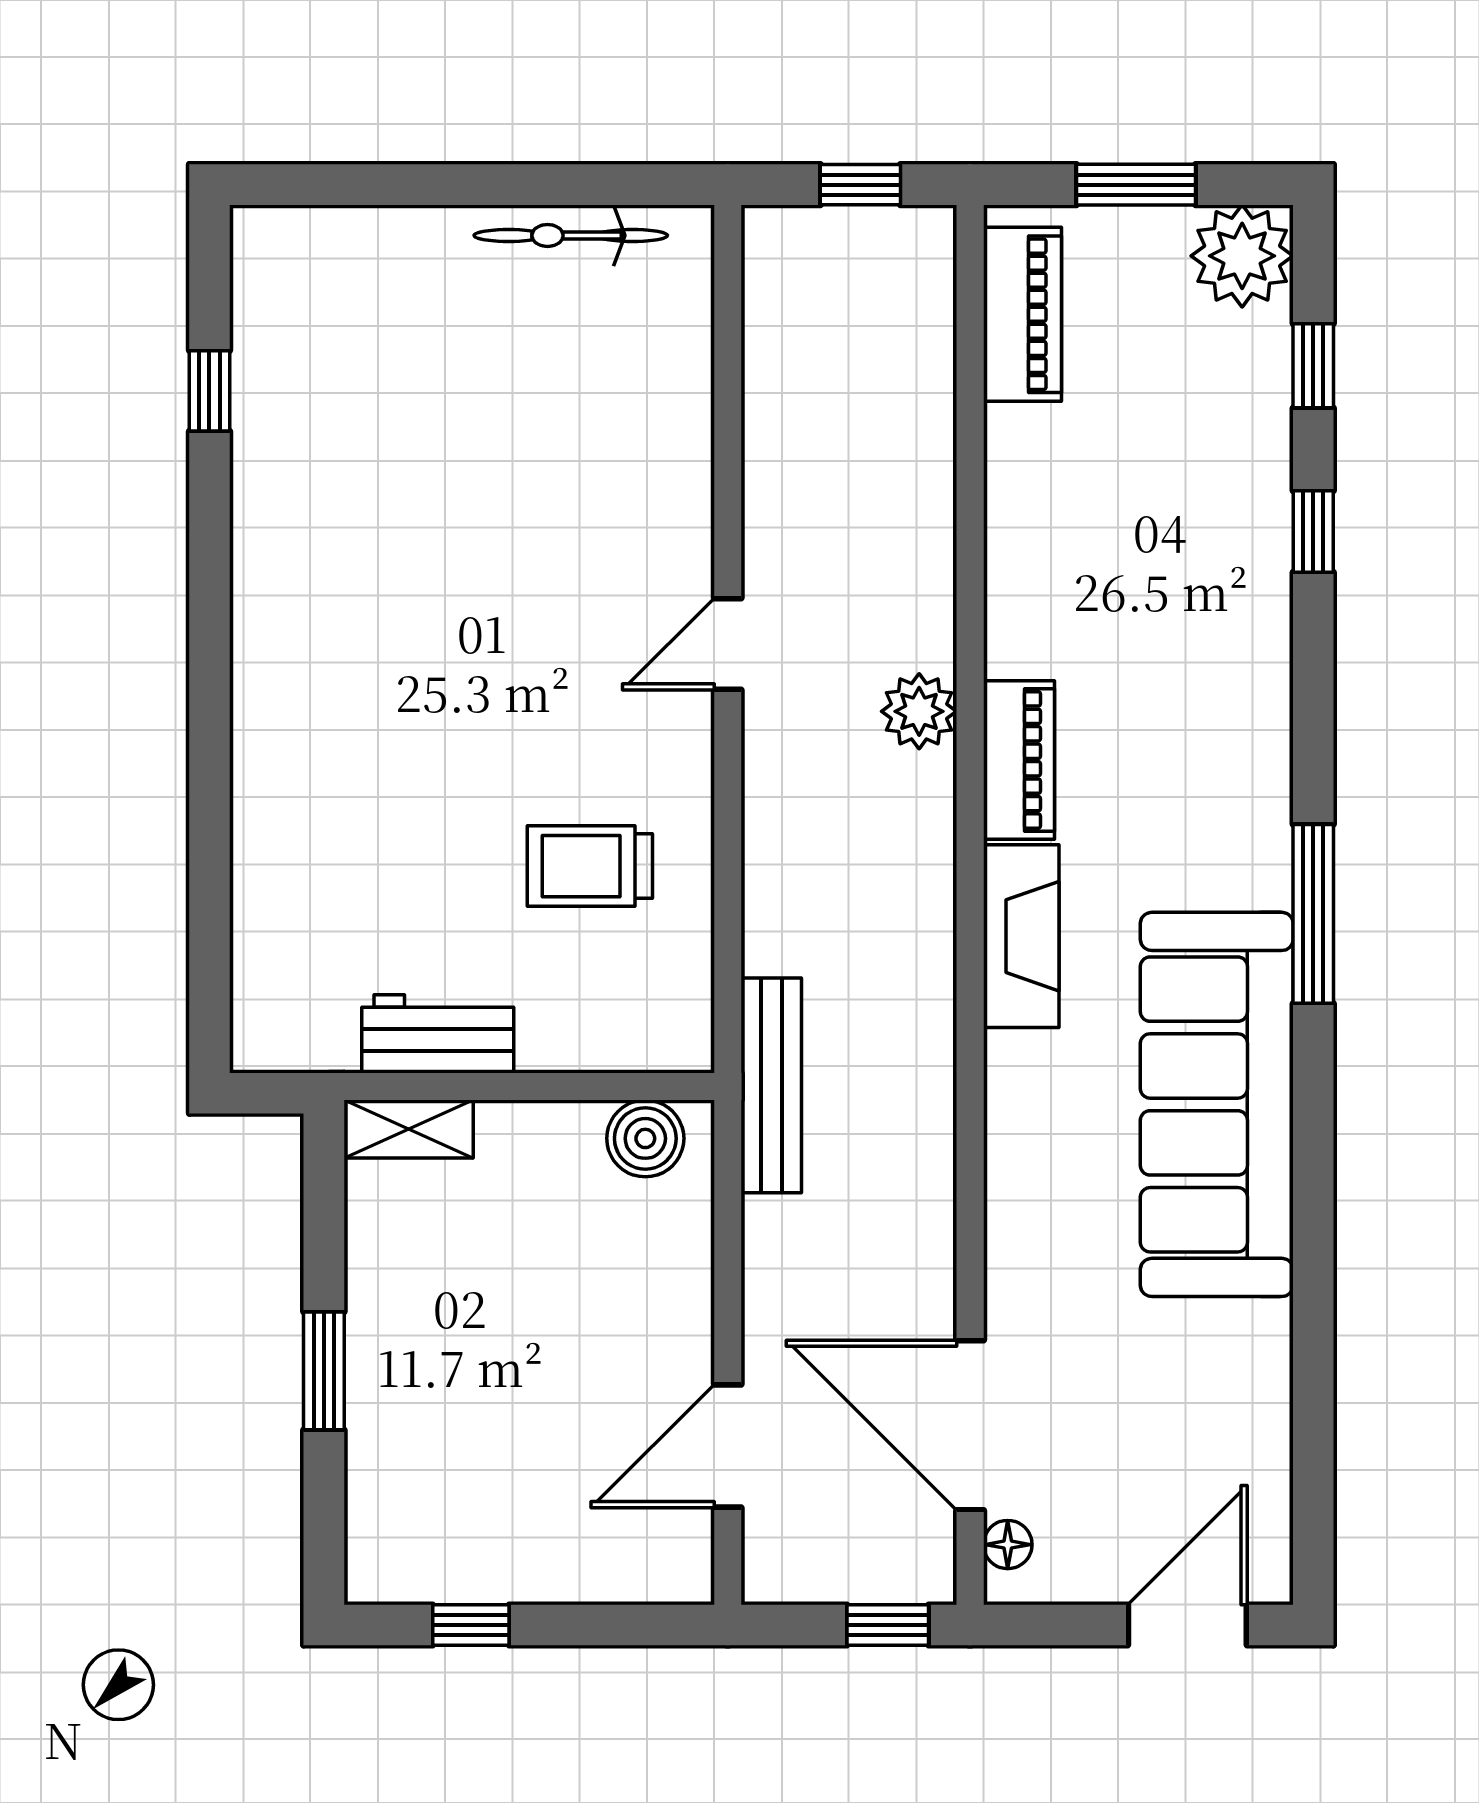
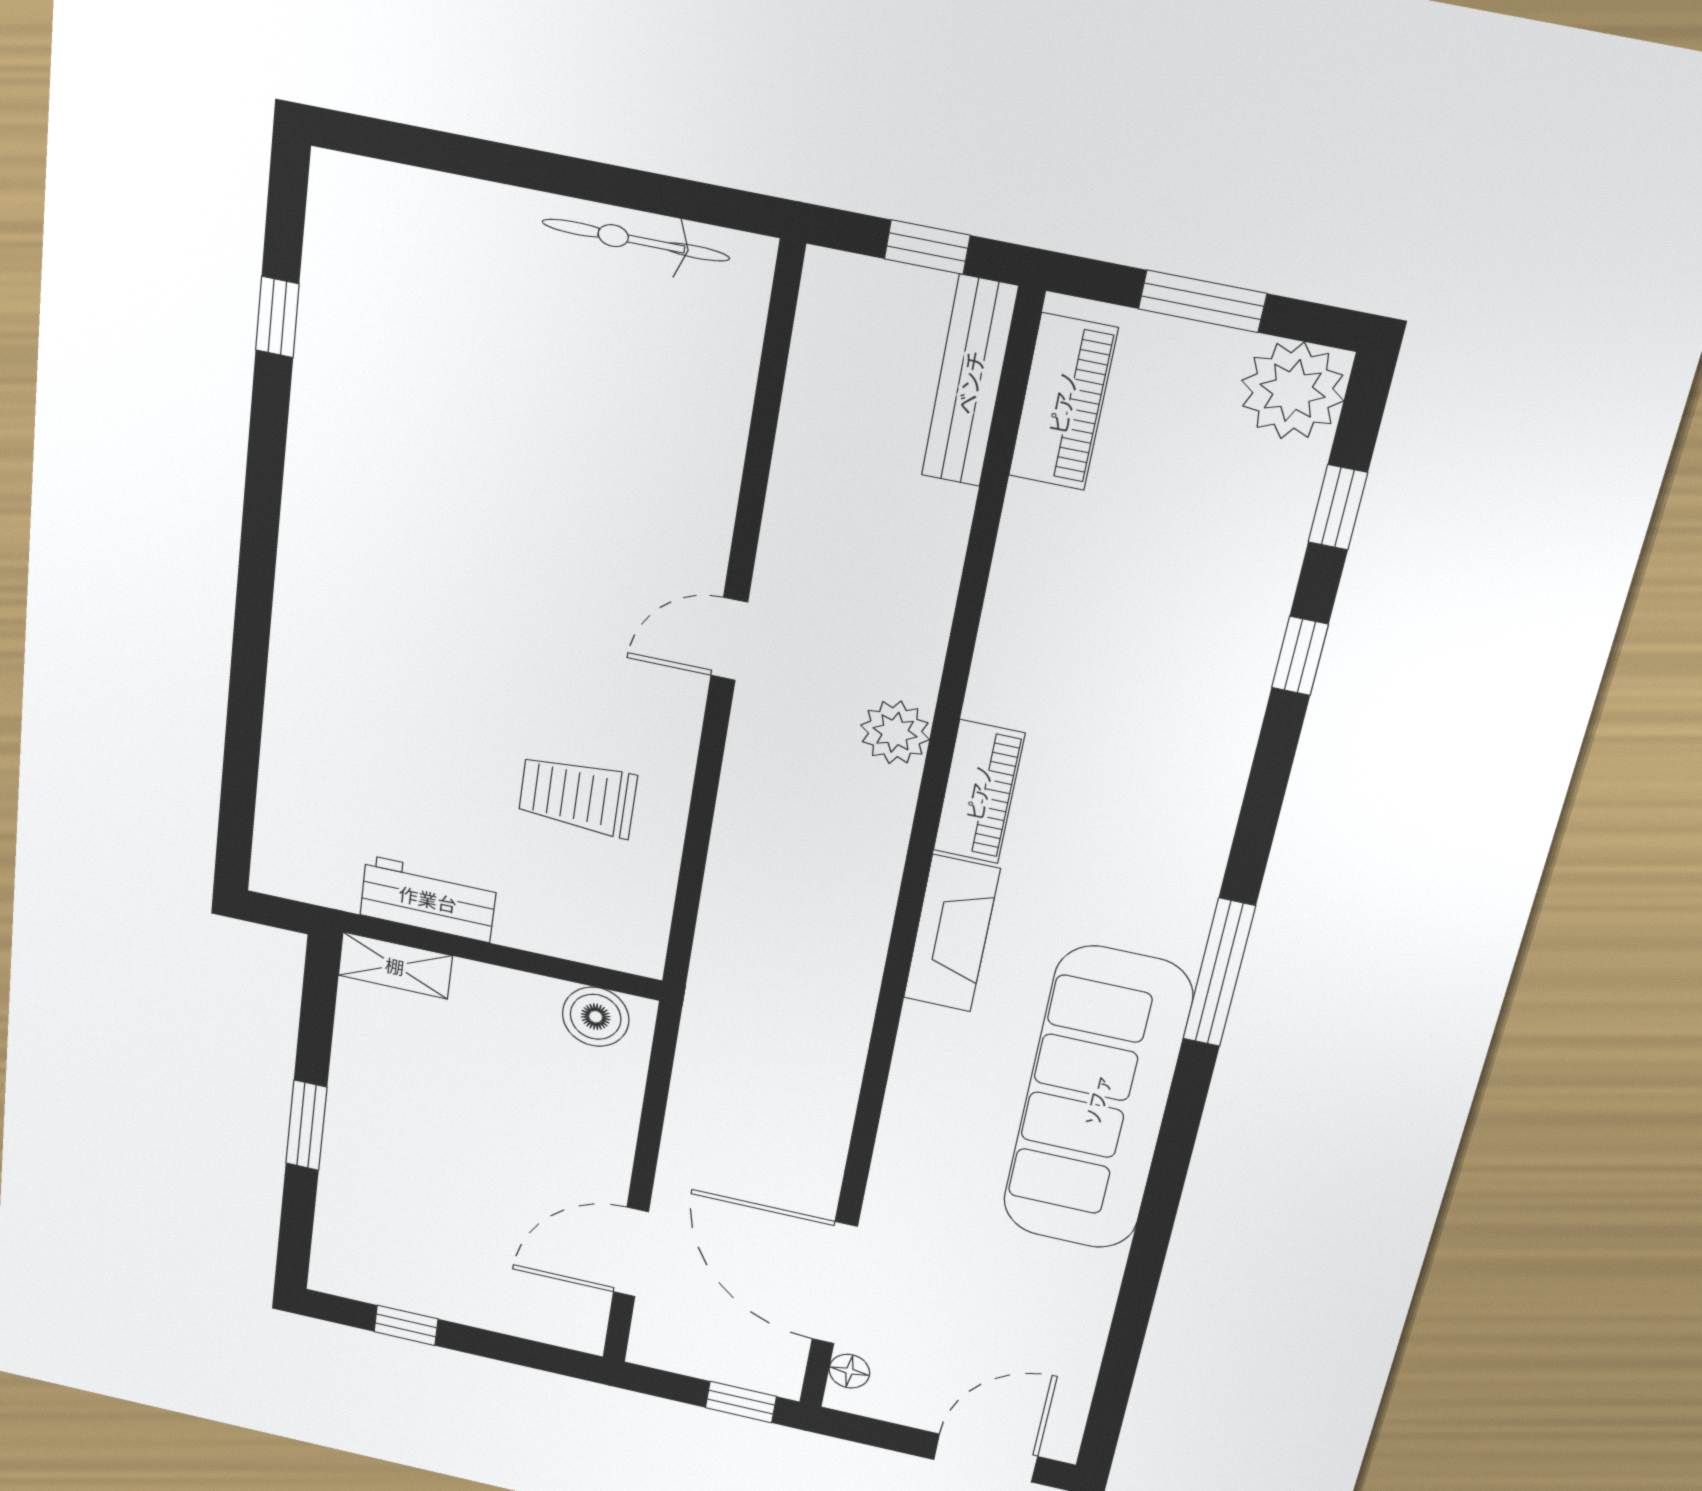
bench: (771, 1085) -> (970, 382), moved

